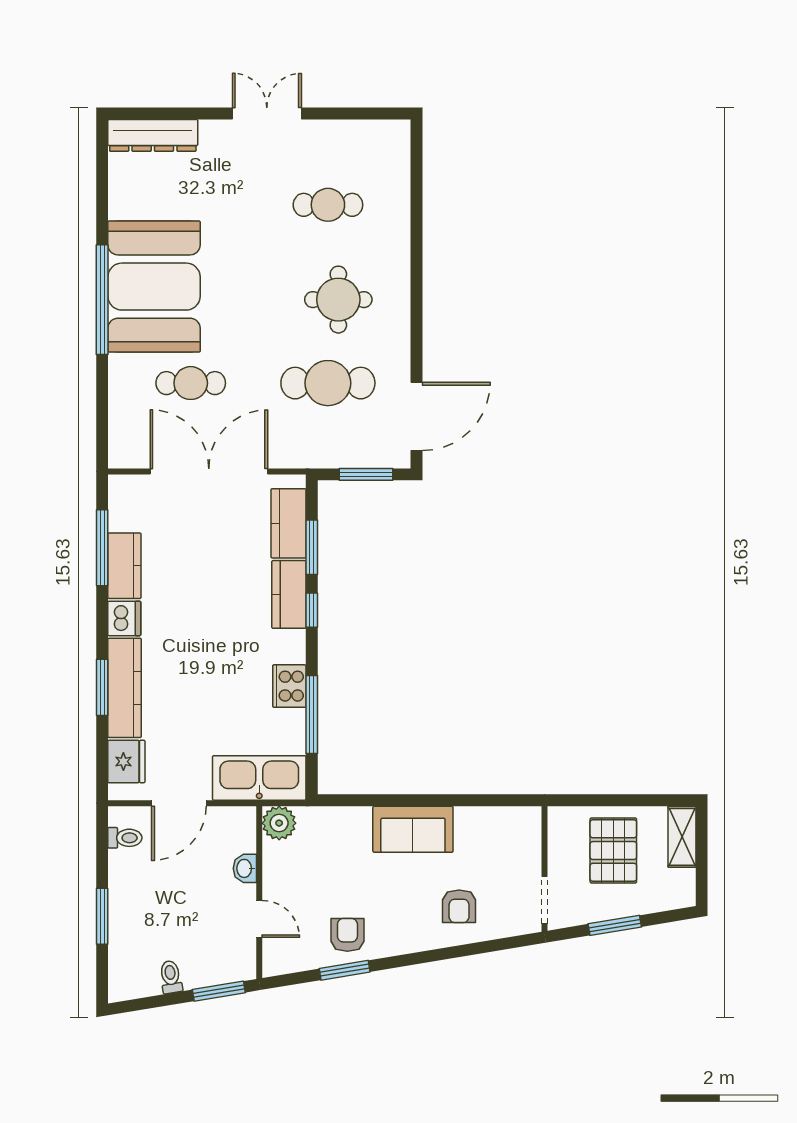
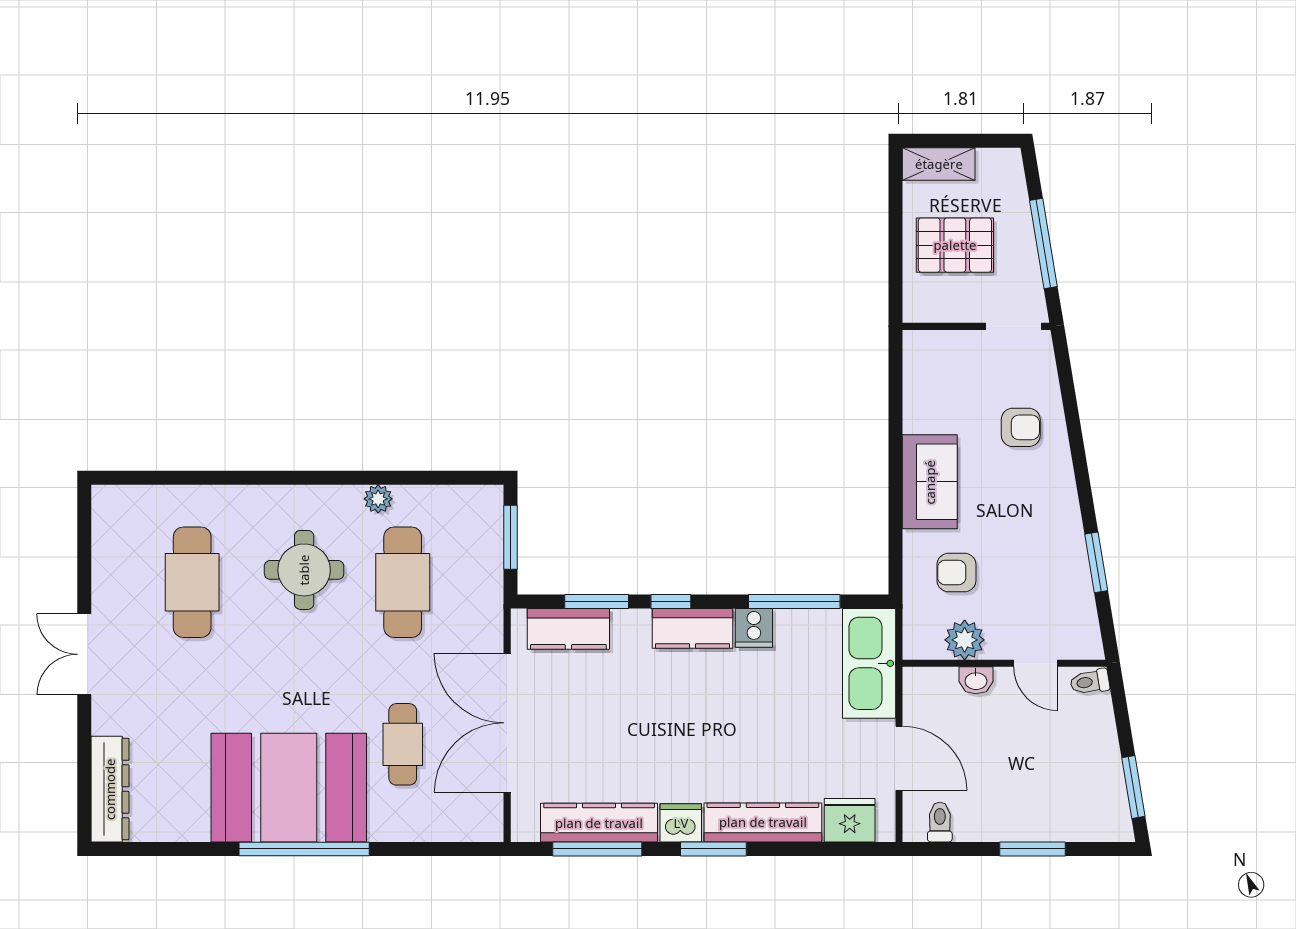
cafe table: (328, 205) -> (192, 582), width x1.37, depth x1.35
plant: (398, 362) -> (378, 499), added
door: (416, 416) -> (442, 478), removed
kitchen counter: (124, 566) -> (599, 823), width x1.50
kitchen counter: (289, 594) -> (692, 628), moved
cooker: (289, 686) -> (754, 628), width x0.73
window: (102, 687) -> (713, 849), moved
plant: (279, 823) -> (965, 640), moved
door: (259, 919) -> (1036, 663), swing flipped
window: (615, 925) -> (1043, 243), width x1.44
armchair: (347, 935) -> (956, 572), moved
toilet: (171, 977) -> (1090, 682), moved
window: (219, 991) -> (1133, 787), moved

